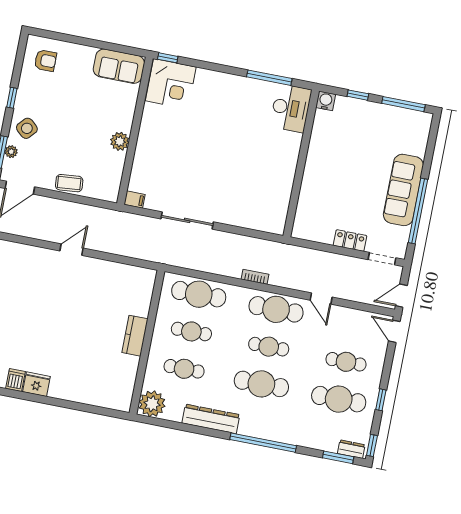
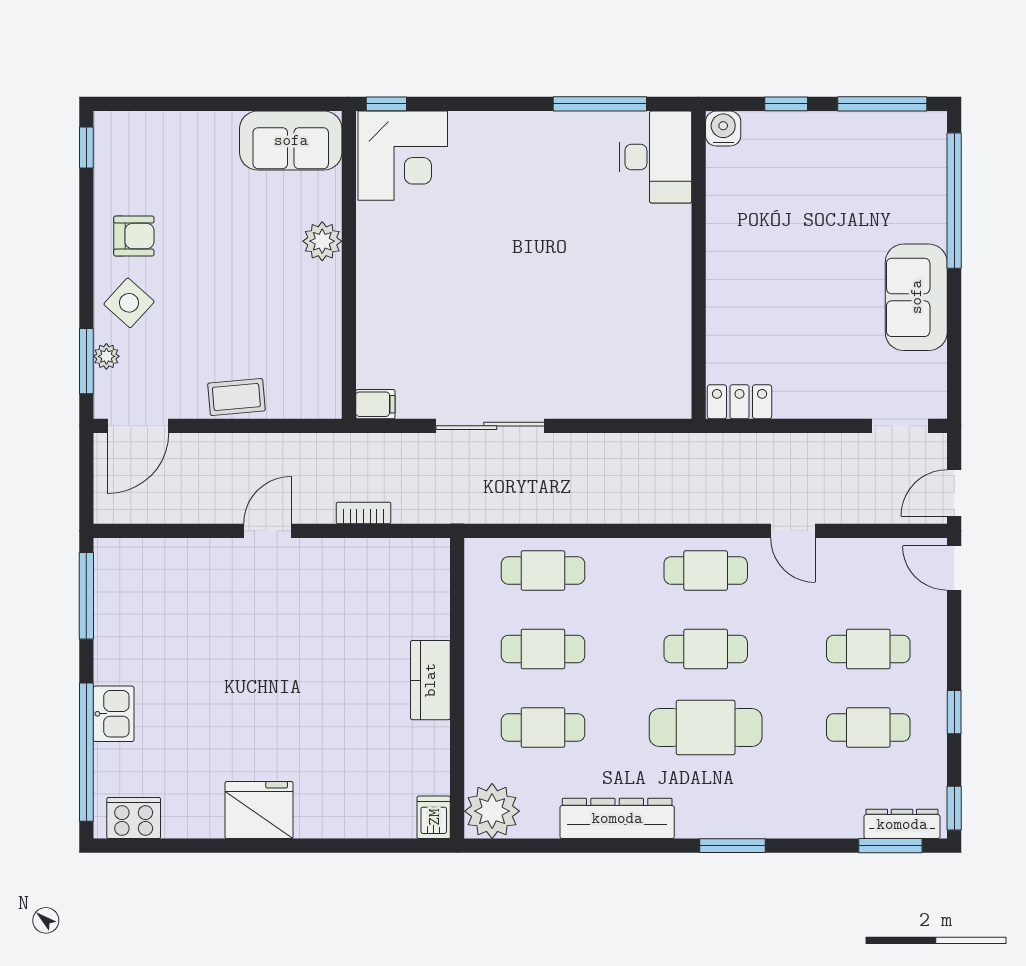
armchair: (45, 61) -> (134, 236), moved
window: (12, 98) -> (86, 148), moved
plant: (120, 141) -> (322, 241), moved
sofa: (403, 190) -> (916, 297), width x0.73
window: (418, 211) -> (954, 201), moved
locker: (350, 241) -> (739, 402), moved
bookcase: (255, 277) -> (364, 513), moved
cafe table: (199, 294) -> (543, 570), width x0.73, depth x0.74
cafe table: (276, 309) -> (706, 570), width x0.73, depth x0.74
dishwasher: (15, 380) -> (434, 817), moved
fridge: (36, 384) -> (259, 810), width x1.36, depth x1.34
cafe table: (339, 399) -> (868, 728), width x0.73, depth x0.74
window: (263, 443) -> (732, 846), width x0.47
dresser: (351, 449) -> (902, 824), width x1.44

